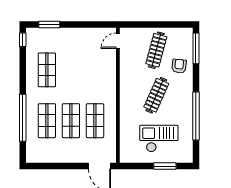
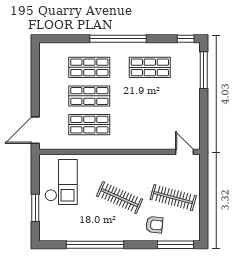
window: (49, 25) -> (204, 70), width x1.44
window: (23, 118) -> (118, 39), moved
checkout: (159, 139) -> (61, 182), moved

